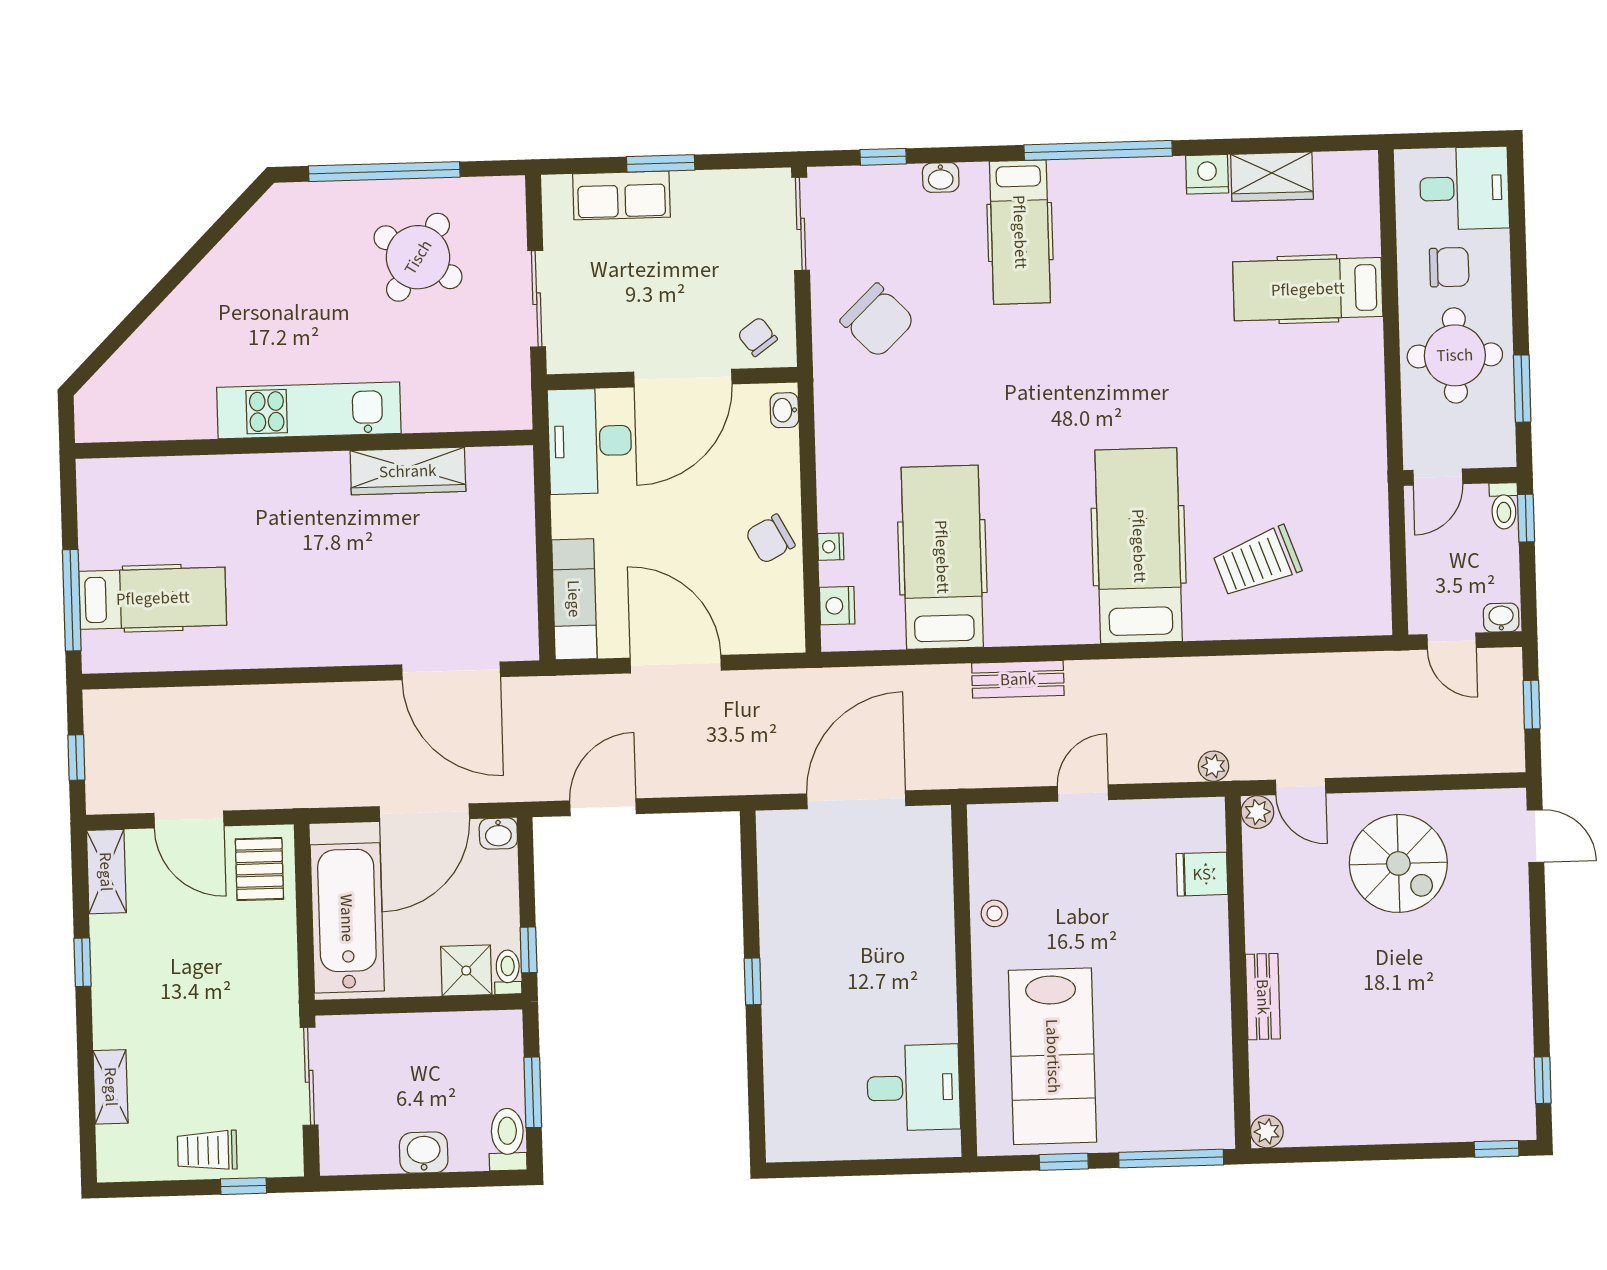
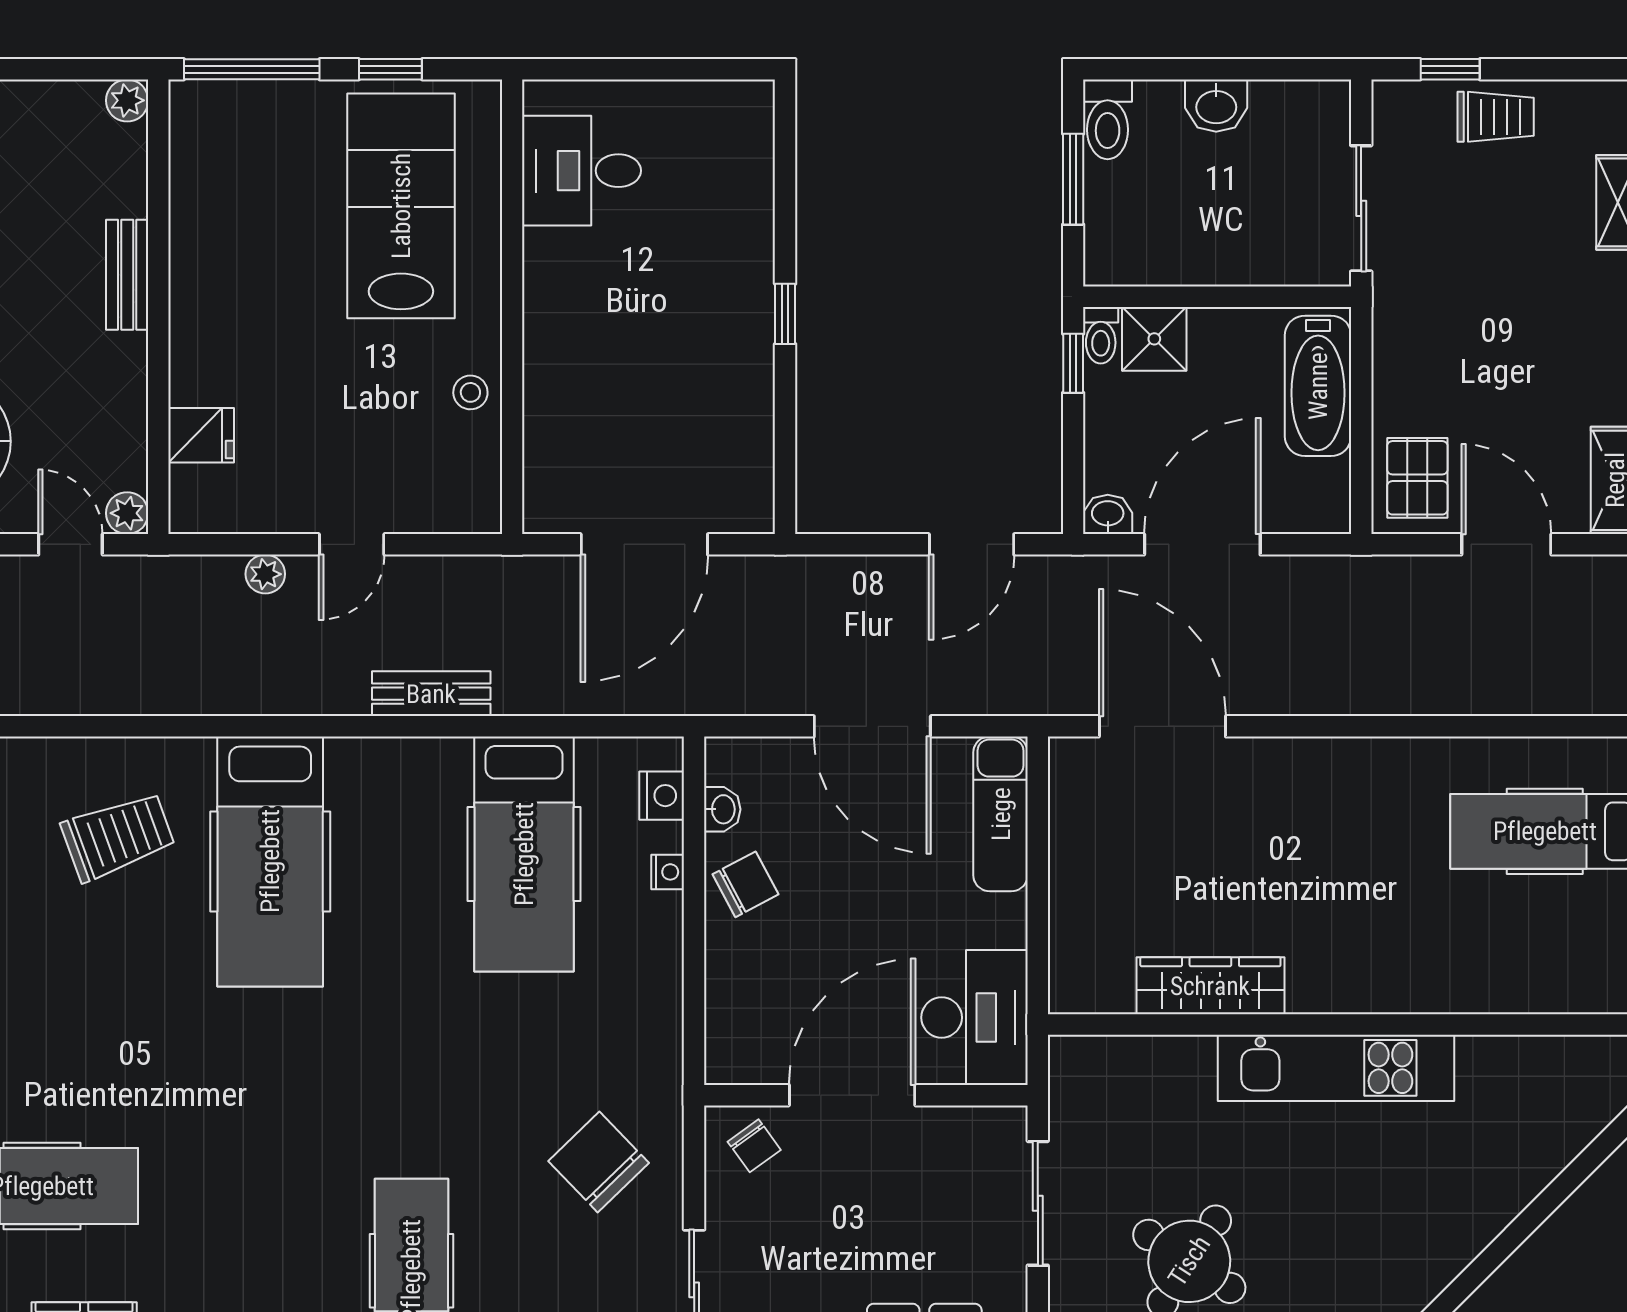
washbasin: (784, 410) -> (722, 809), moved
plant: (1213, 766) -> (265, 574), moved
bathtub: (347, 918) -> (1318, 386), width x0.73, depth x0.73

